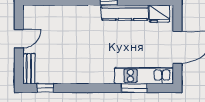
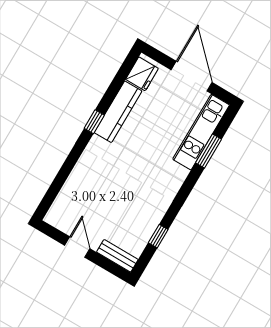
window: (45, 88) -> (158, 236), moved

